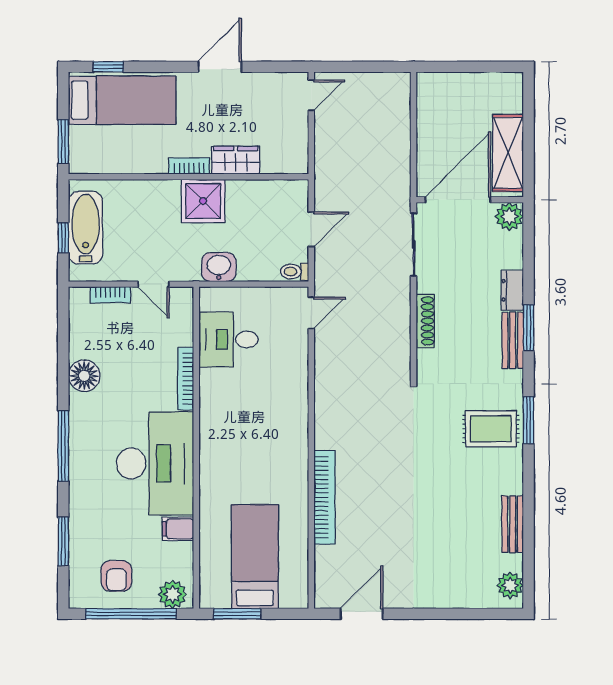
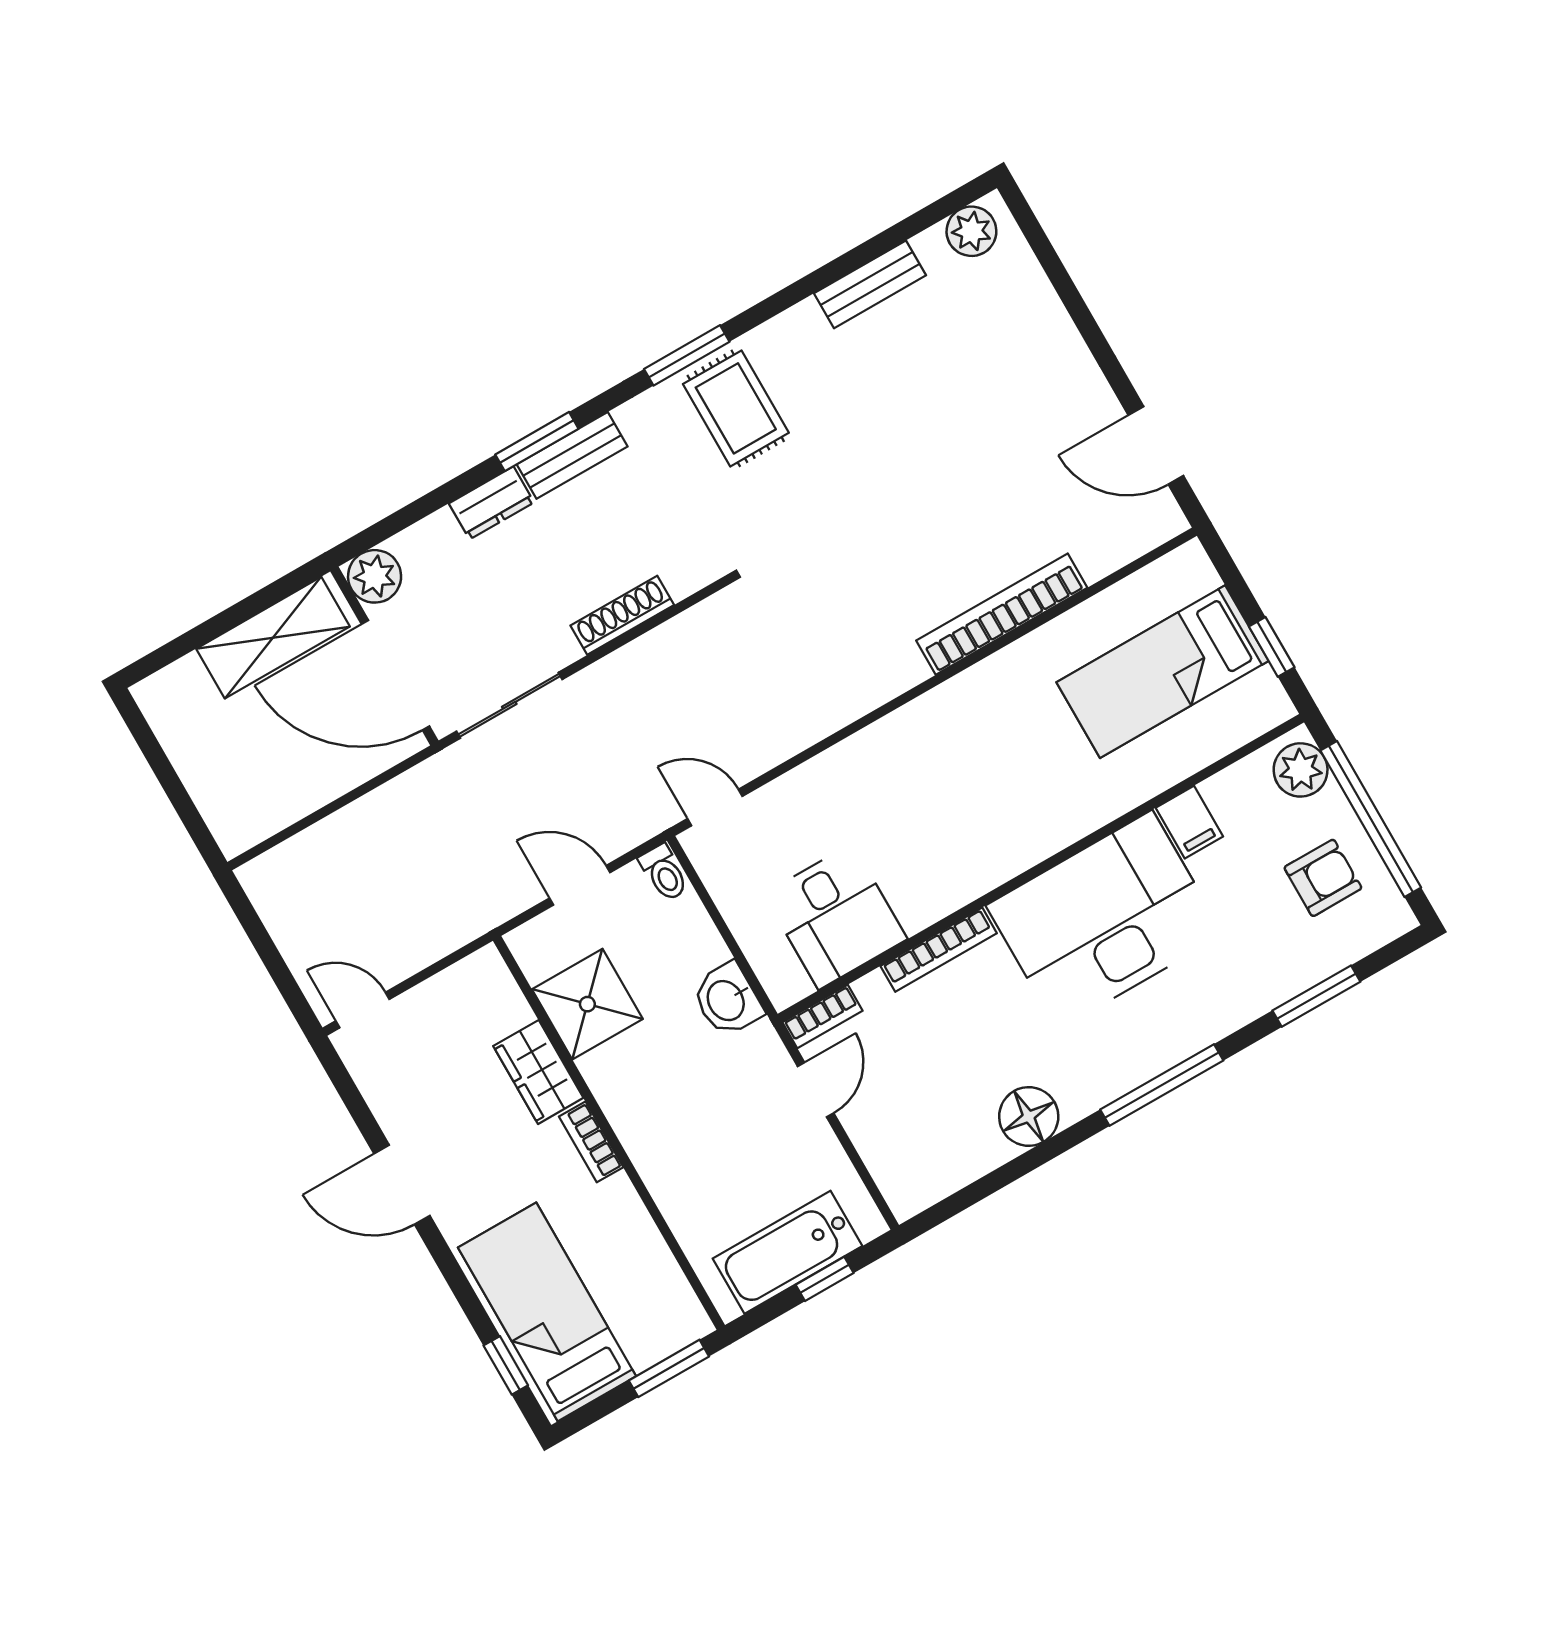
shower: (203, 201) -> (587, 1004), moved
bookcase: (110, 295) -> (822, 1016), moved, turned 90
window: (237, 614) -> (1272, 647), width x0.67

